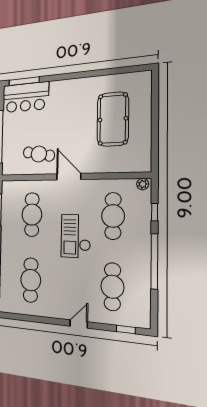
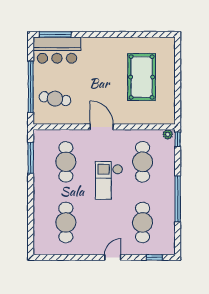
cafe table: (39, 154) -> (55, 99), moved
window: (155, 212) -> (178, 139), moved

